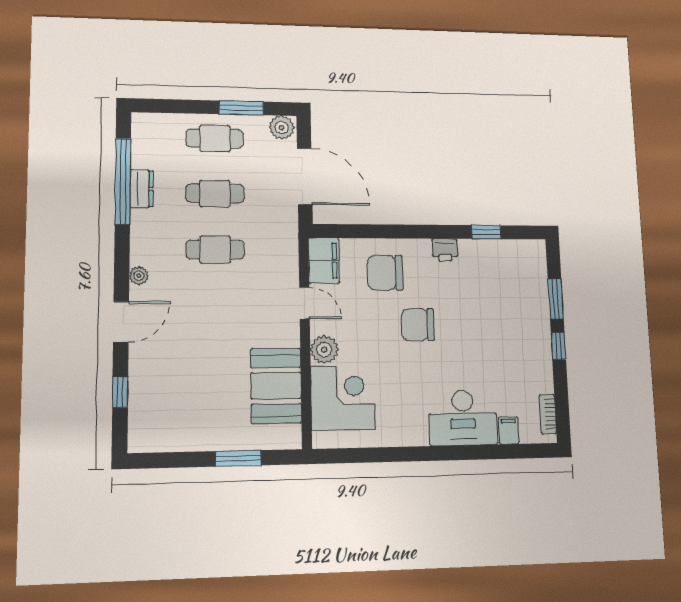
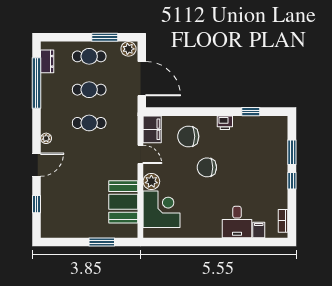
dresser: (142, 189) -> (47, 61), moved
desk: (463, 418) -> (237, 222), width x0.73

